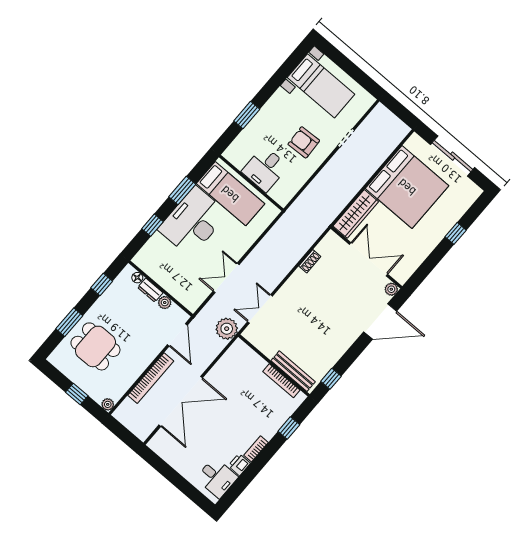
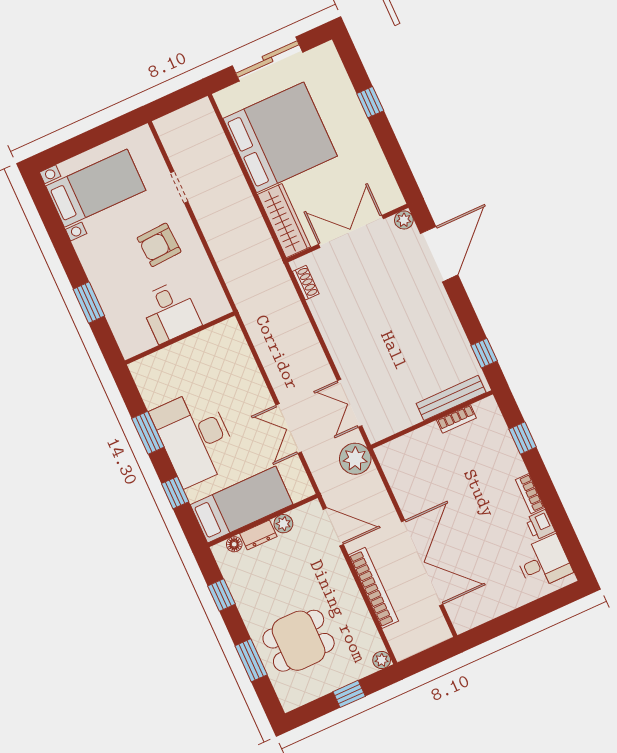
bed: (230, 194) -> (242, 504), moved
shoe rack: (310, 261) -> (306, 283), moved
bookcase: (281, 381) -> (456, 419), width x0.64

